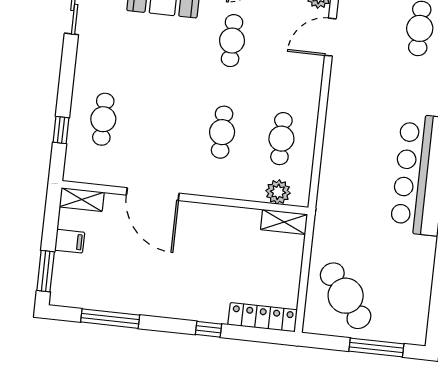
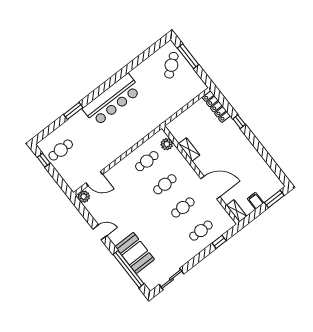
cafe table: (232, 41) -> (183, 207), moved
door: (153, 194) -> (210, 188), hinge flipped
shelving: (284, 222) -> (189, 149), moved
cafe table: (346, 296) -> (171, 65), moved, width x0.73, depth x0.74
window: (110, 319) -> (269, 160), removed

